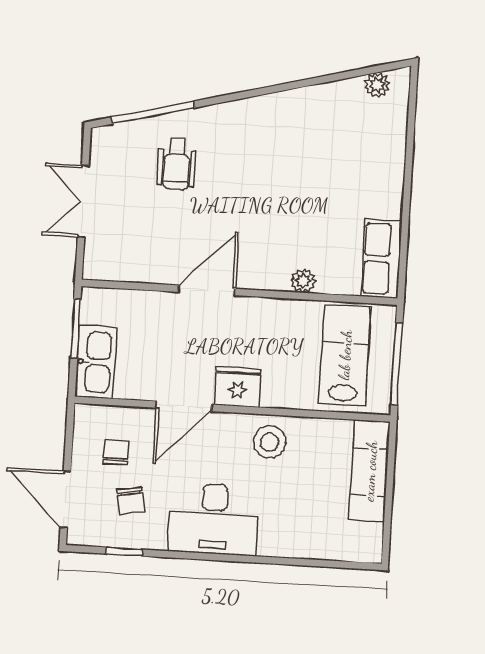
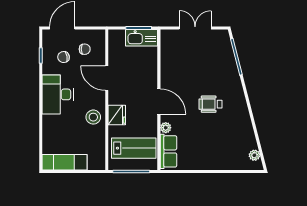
wheelchair: (177, 164) -> (210, 104), moved
row of seats: (381, 259) -> (168, 151), moved, turned 90
door: (207, 290) -> (159, 101), moved
kitchen sink: (96, 362) -> (142, 38), moved
fridge: (238, 387) -> (117, 115), moved
exam couch: (370, 471) -> (65, 162), moved

